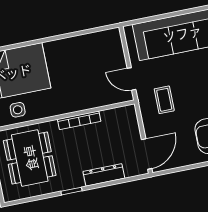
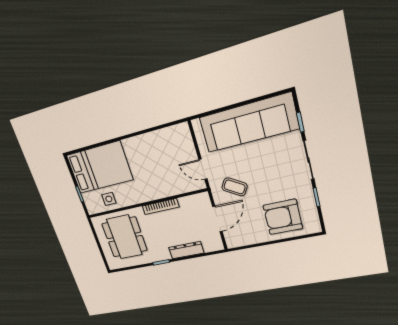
coffee table: (164, 100) -> (235, 187), turned -58
door: (147, 154) -> (217, 219), moved

